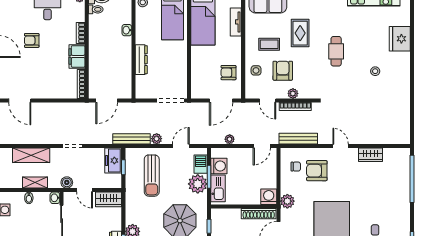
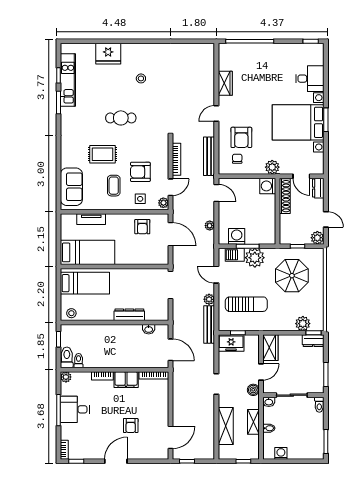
washbasin: (127, 30) -> (149, 329), moved
armchair: (32, 40) -> (131, 426), moved
plant: (293, 93) -> (163, 203), moved
kitchen sink: (218, 188) -> (259, 237), removed

